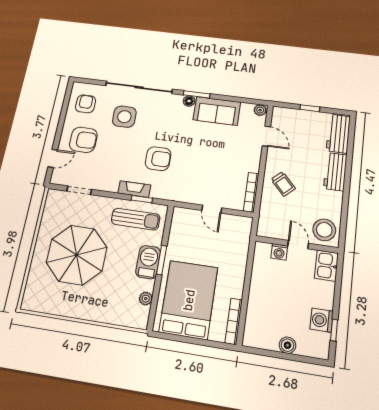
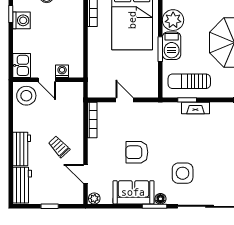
side table: (124, 117) -> (183, 173), moved
armchair: (158, 159) -> (137, 152), moved
trolley: (283, 184) -> (59, 147), moved
plant: (146, 299) -> (173, 20), width x1.88, depth x1.88

